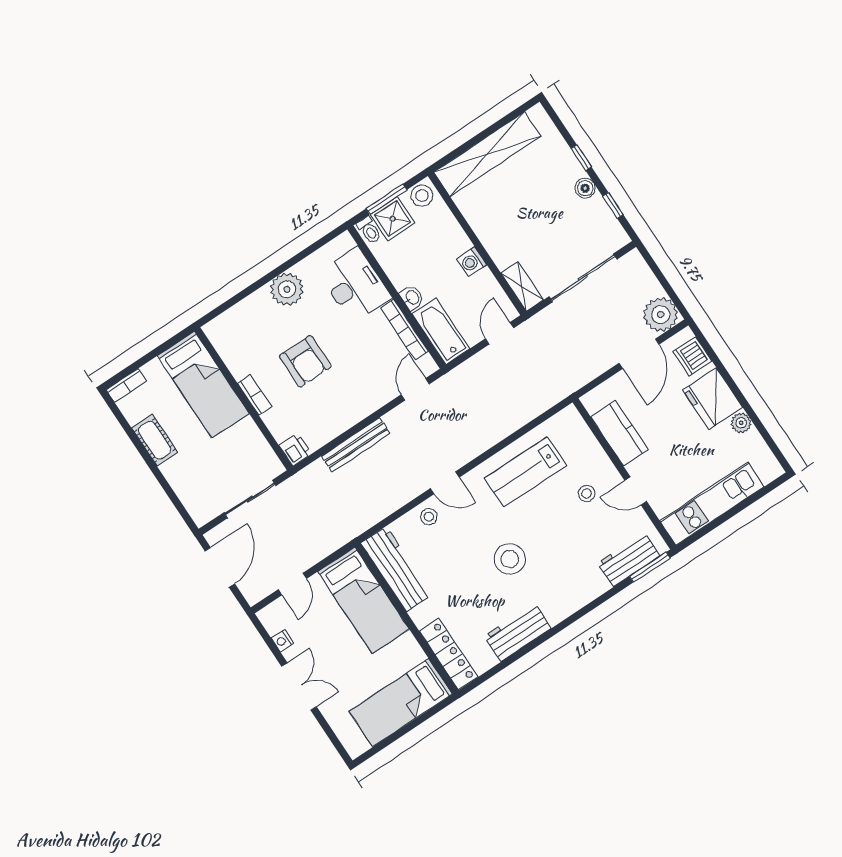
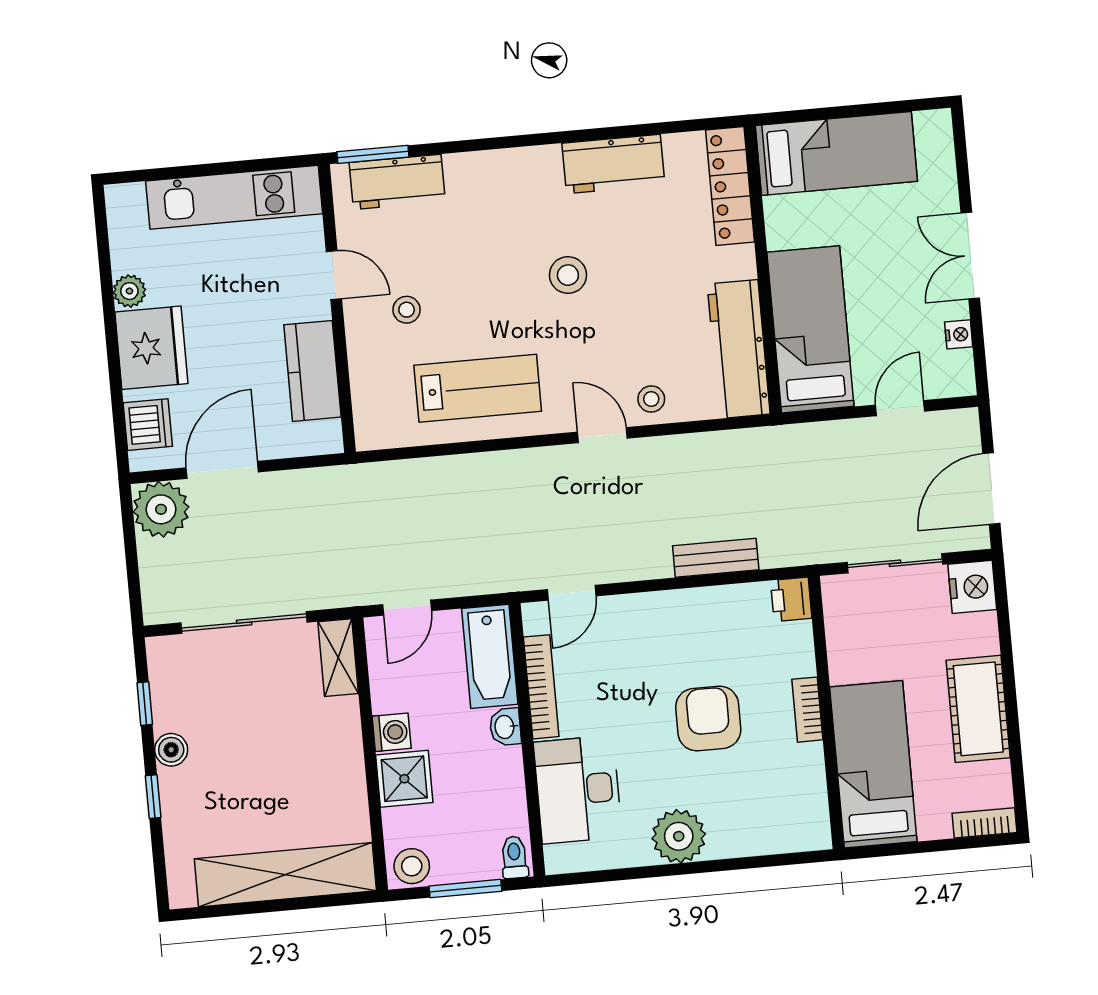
shower: (393, 219) -> (404, 779), moved
cot: (155, 440) -> (978, 709), width x1.37, depth x1.34
bench: (356, 445) -> (716, 558), width x0.73
nightstand: (202, 509) -> (972, 587), added
stool: (510, 559) -> (568, 275), width x0.73, depth x0.73

